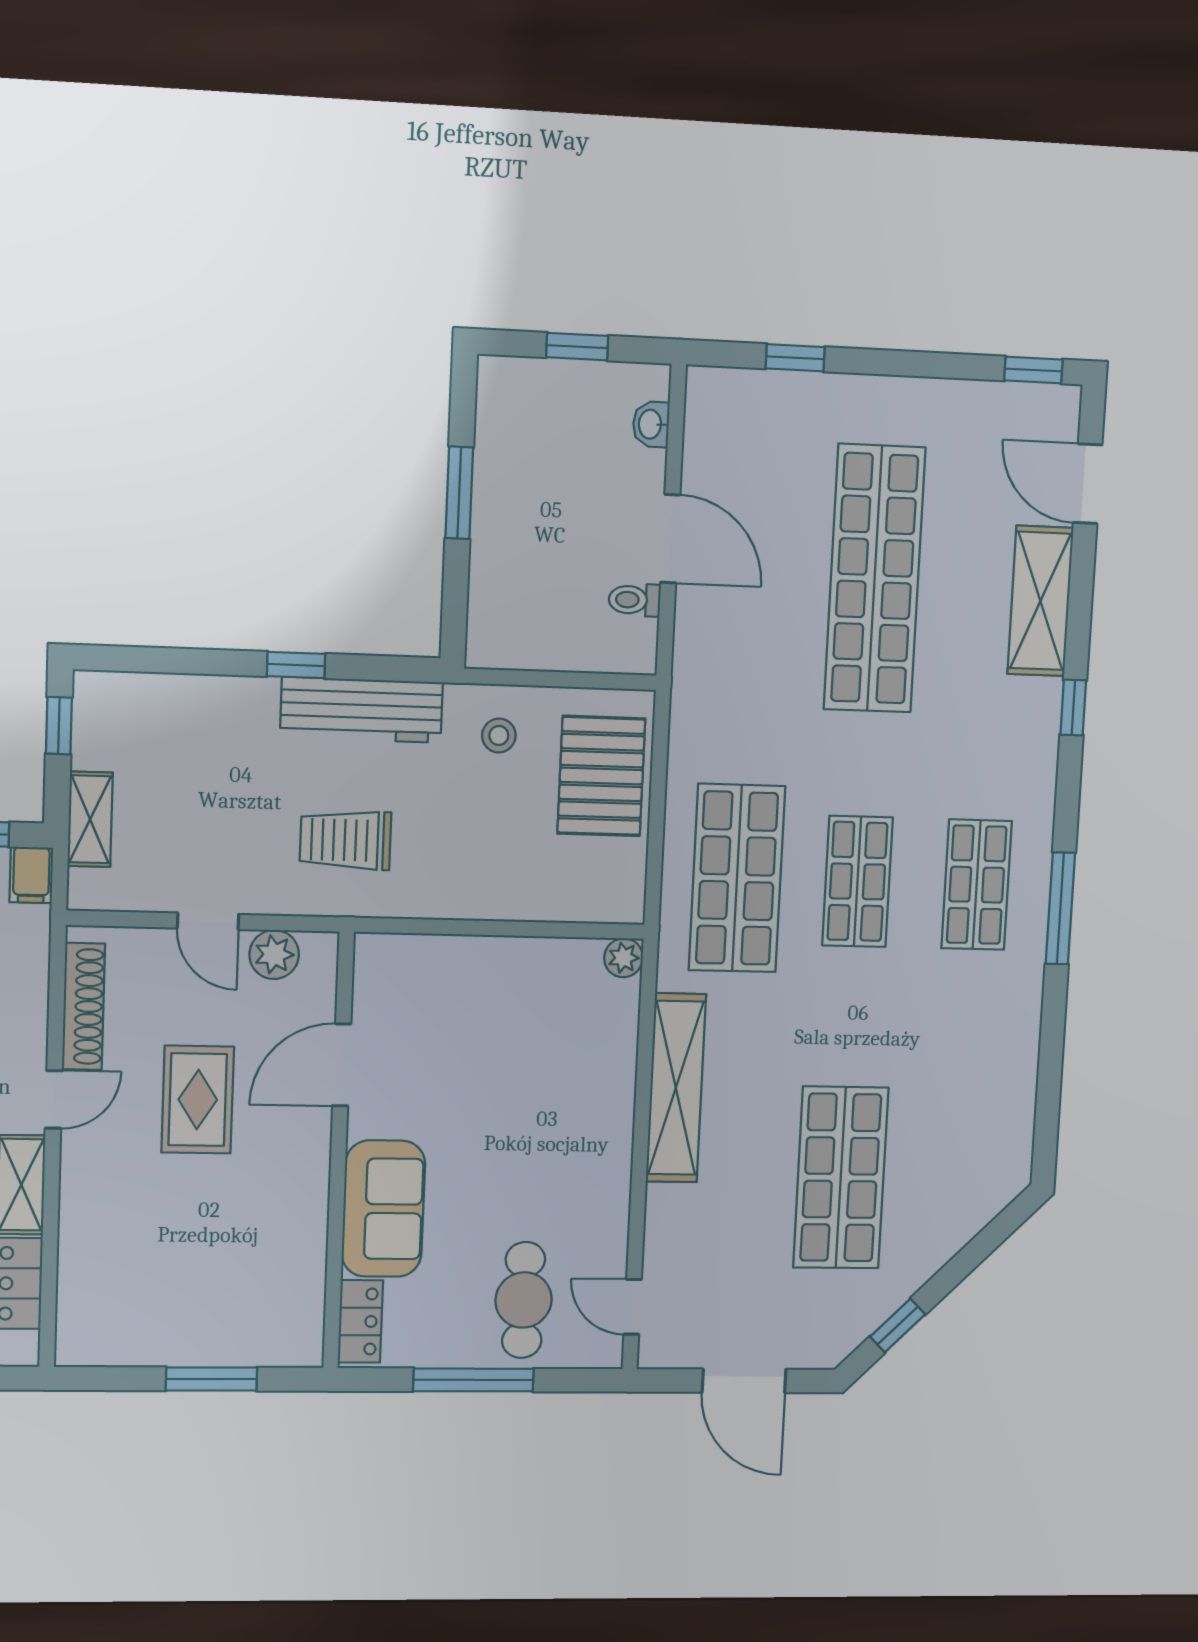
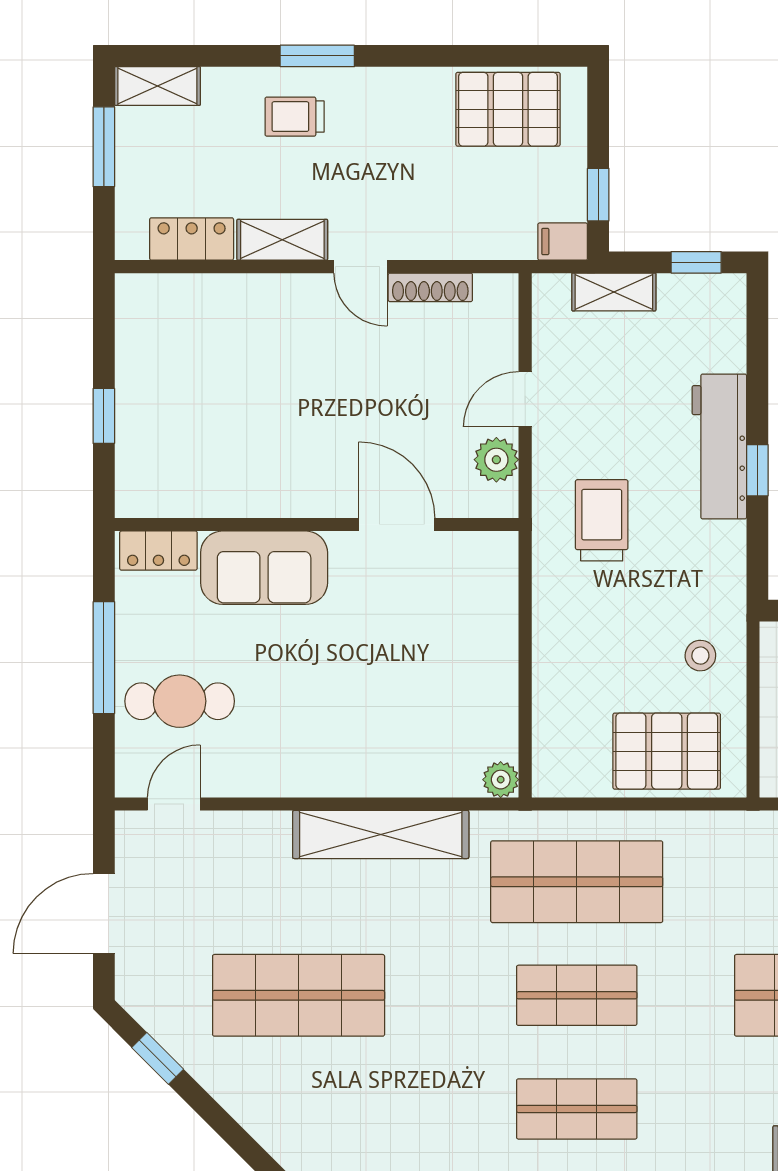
workbench: (362, 710) -> (719, 446), moved
shoe rack: (83, 1006) -> (430, 287), width x0.74, depth x0.81
rug: (198, 1100) -> (363, 395), removed
window: (211, 1379) -> (104, 416), width x0.67

